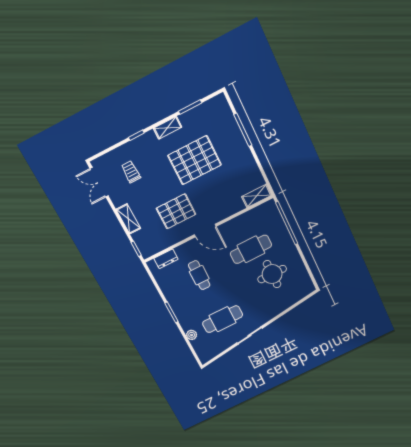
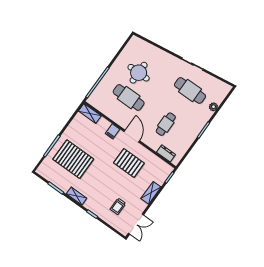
pallet: (195, 160) -> (73, 159), moved
filing cabinet: (222, 211) -> (113, 131), added

